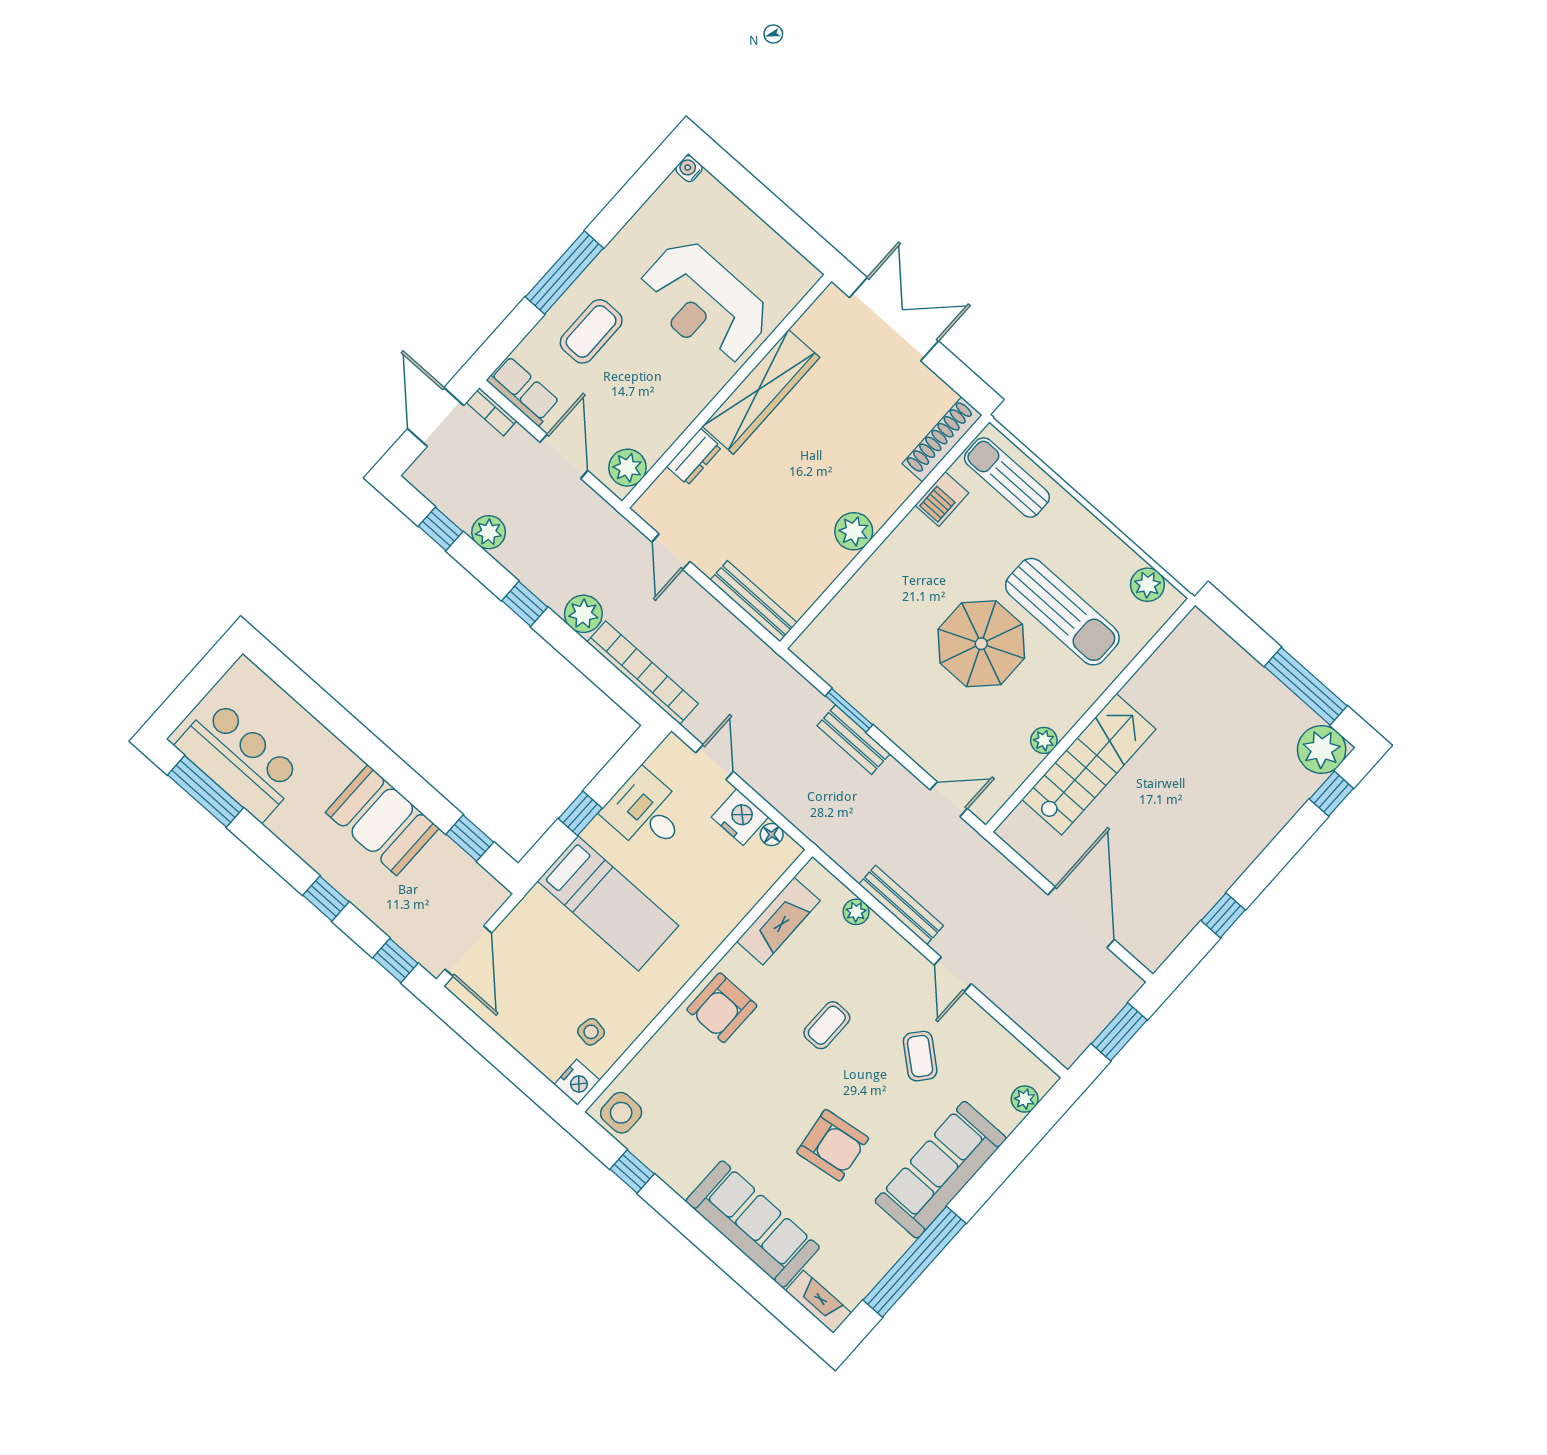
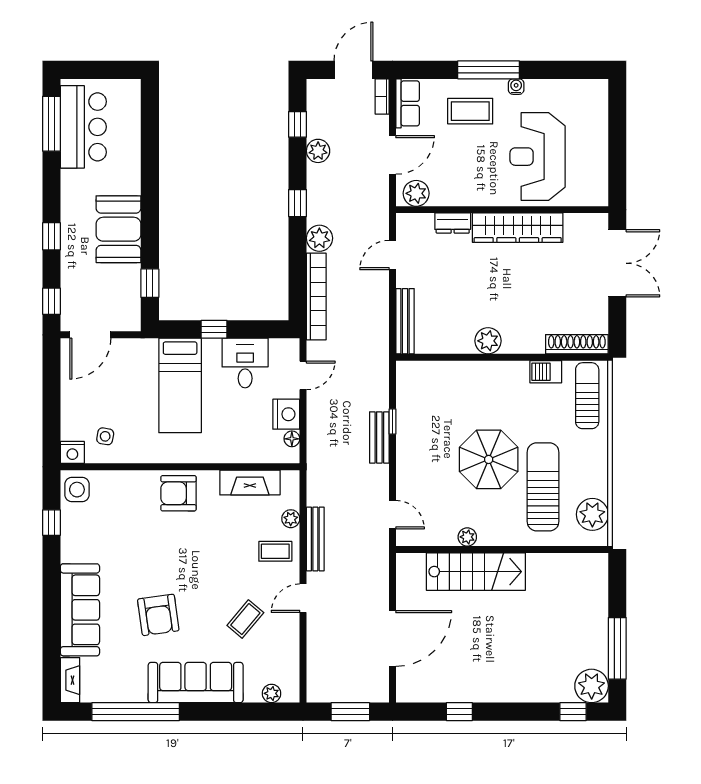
water cooler: (689, 169) -> (516, 87), moved
plant: (1147, 585) -> (592, 514), width x1.36, depth x1.36
sun lounger: (1062, 612) -> (543, 487), turned 180
window: (849, 710) -> (392, 421), width x0.67
coffee table: (827, 1025) -> (275, 551), moved

